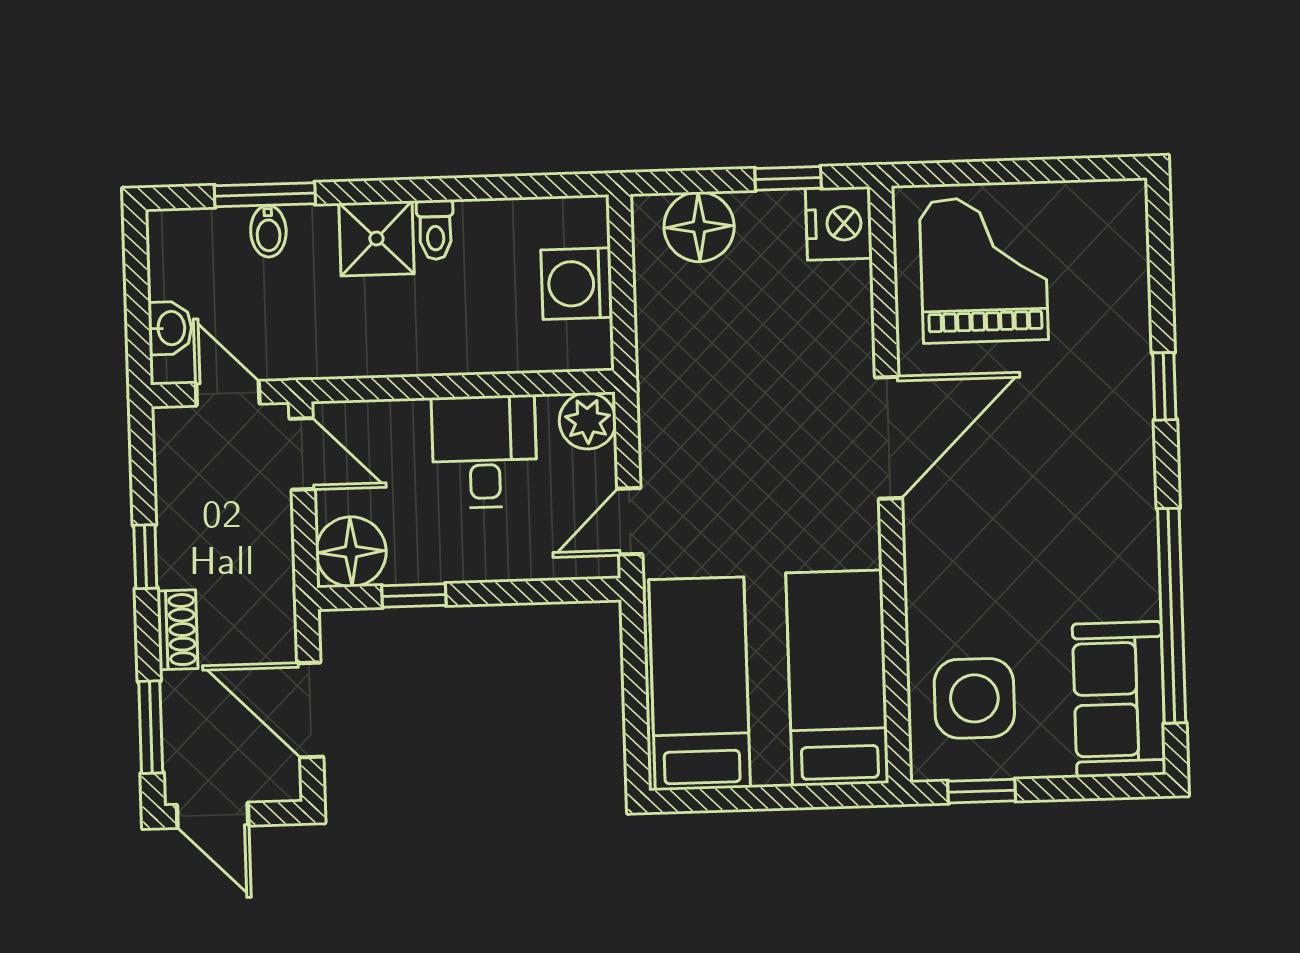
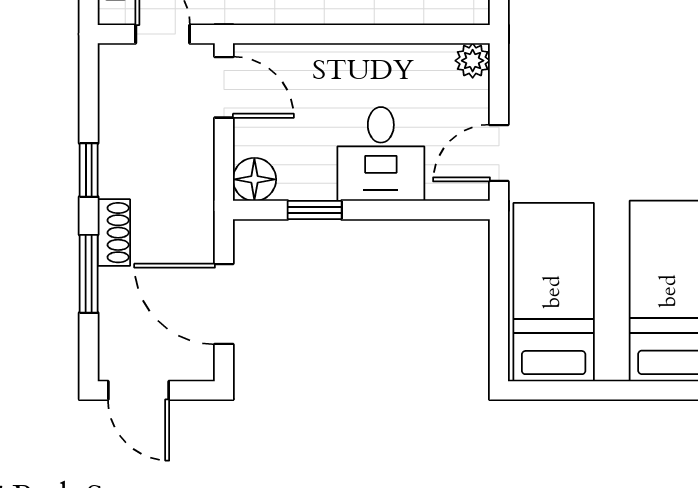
plant: (588, 421) -> (473, 61), width x0.73, depth x0.73
desk: (484, 452) -> (381, 154), moved, turned 180
floor lamp: (351, 552) -> (254, 179), width x0.73, depth x0.73
window: (151, 727) -> (89, 274), moved

